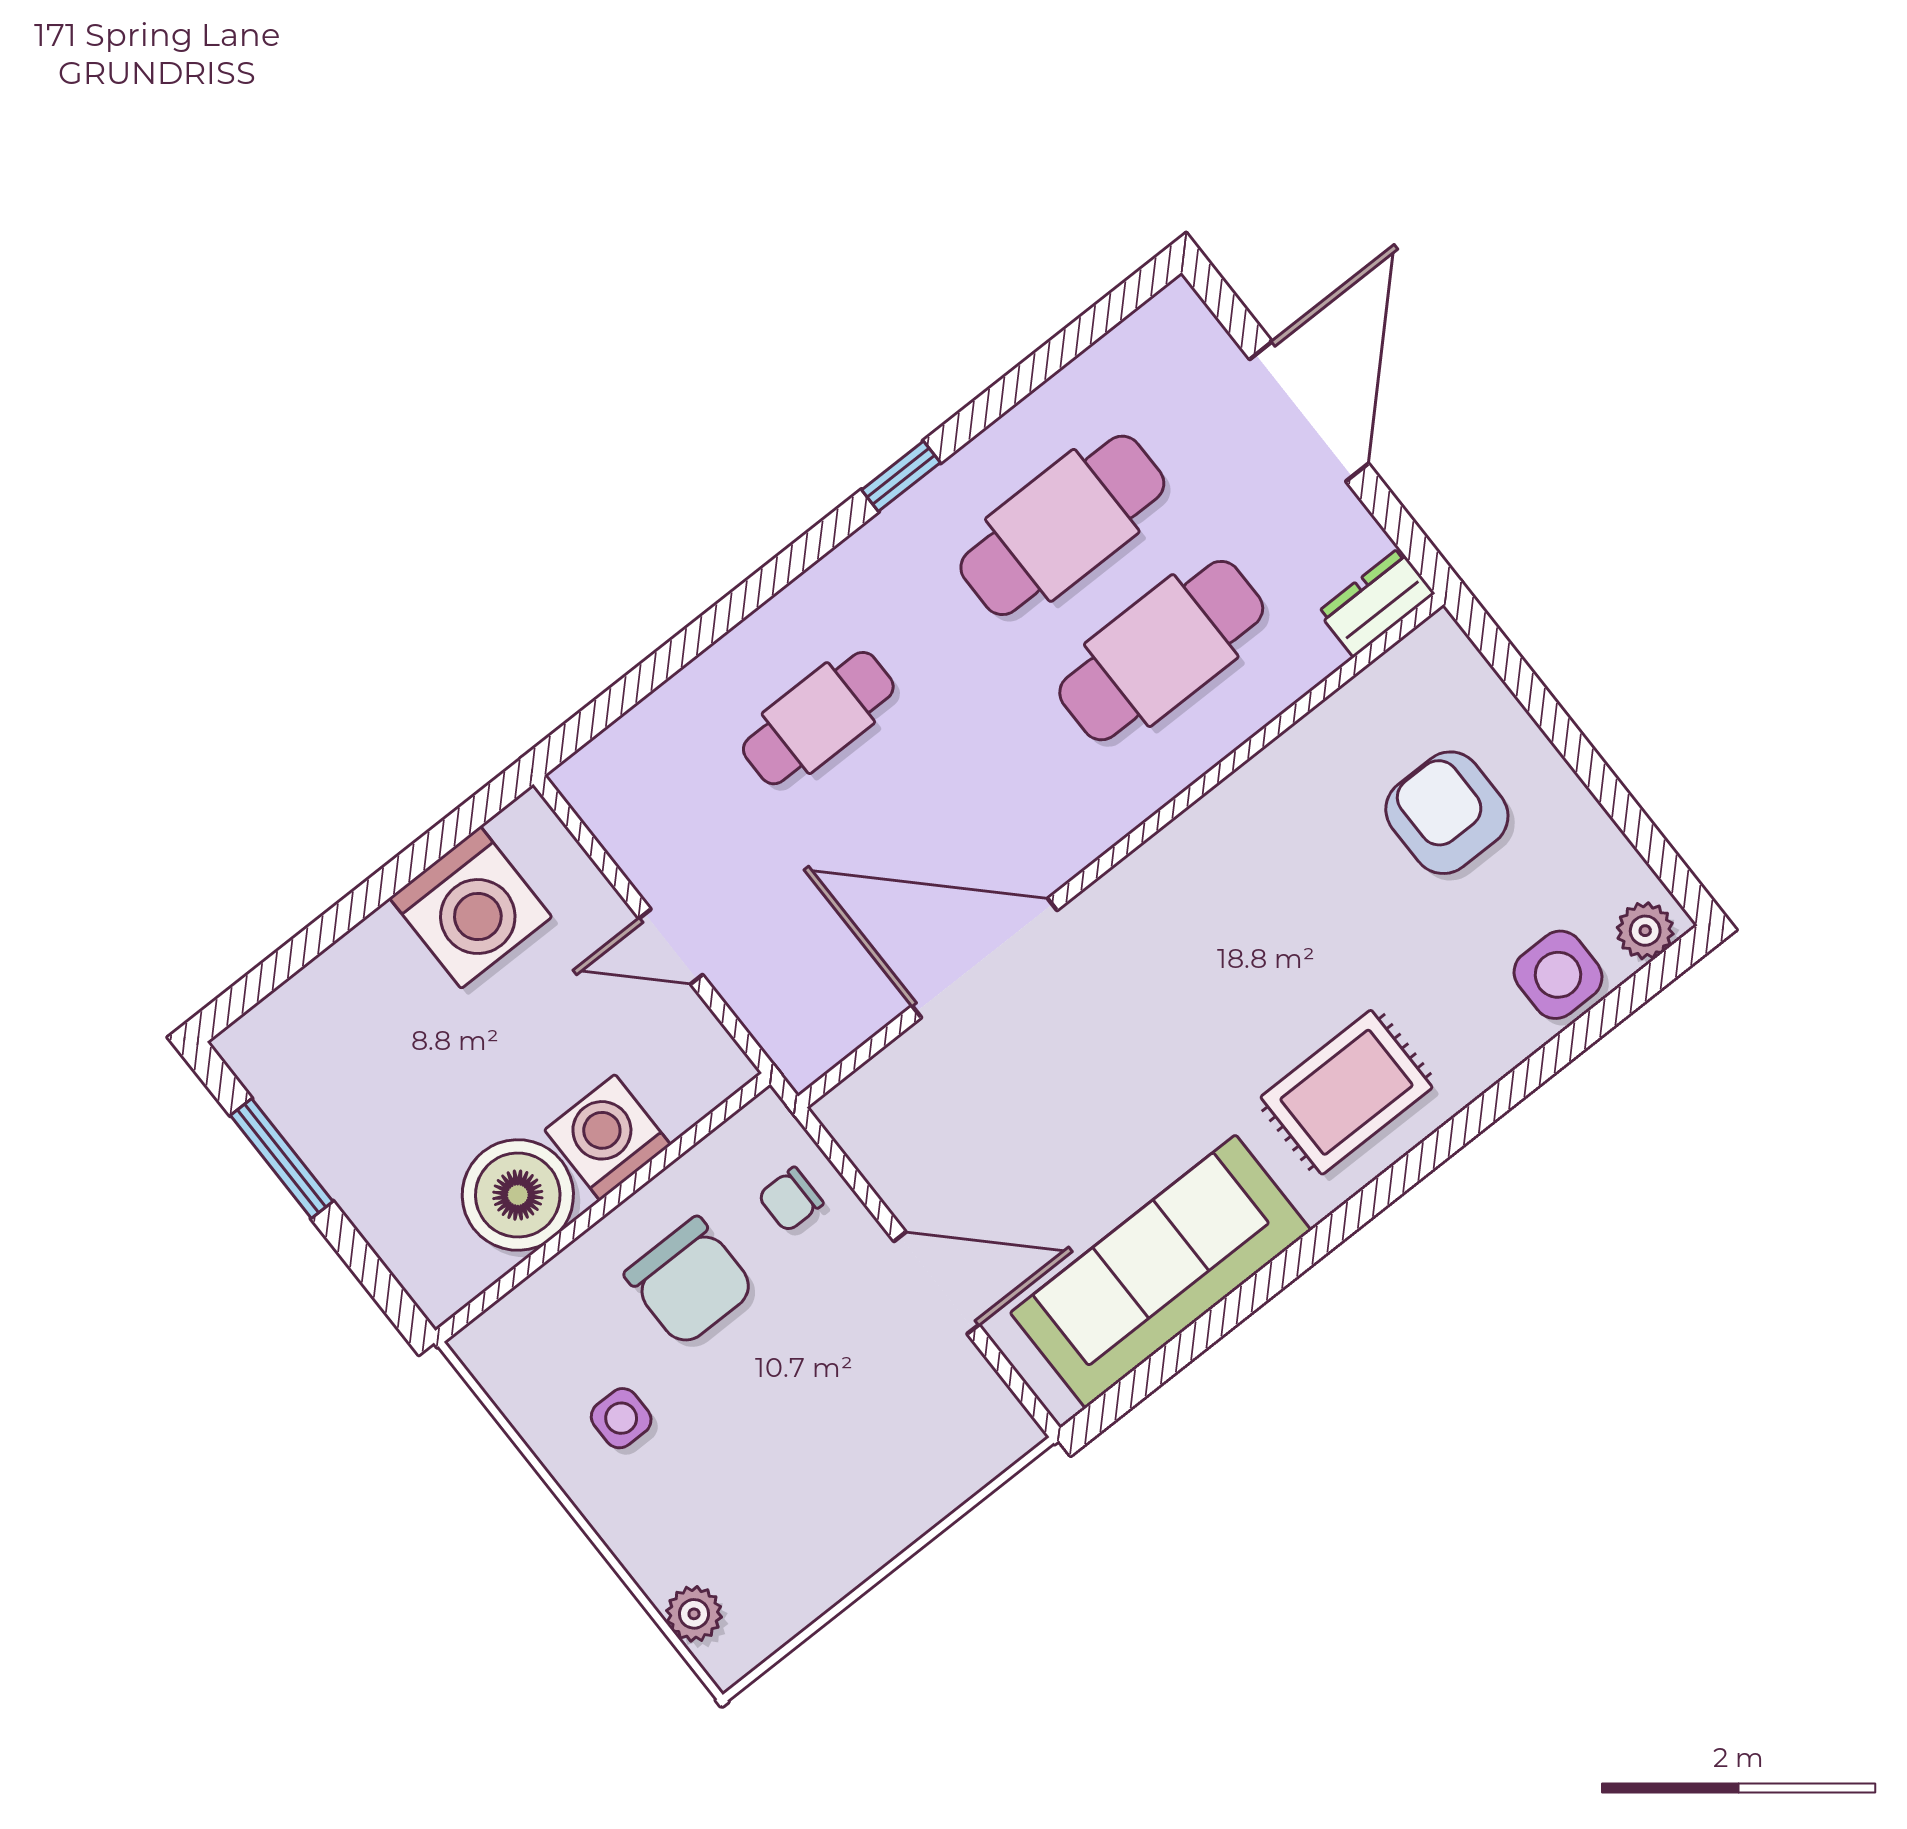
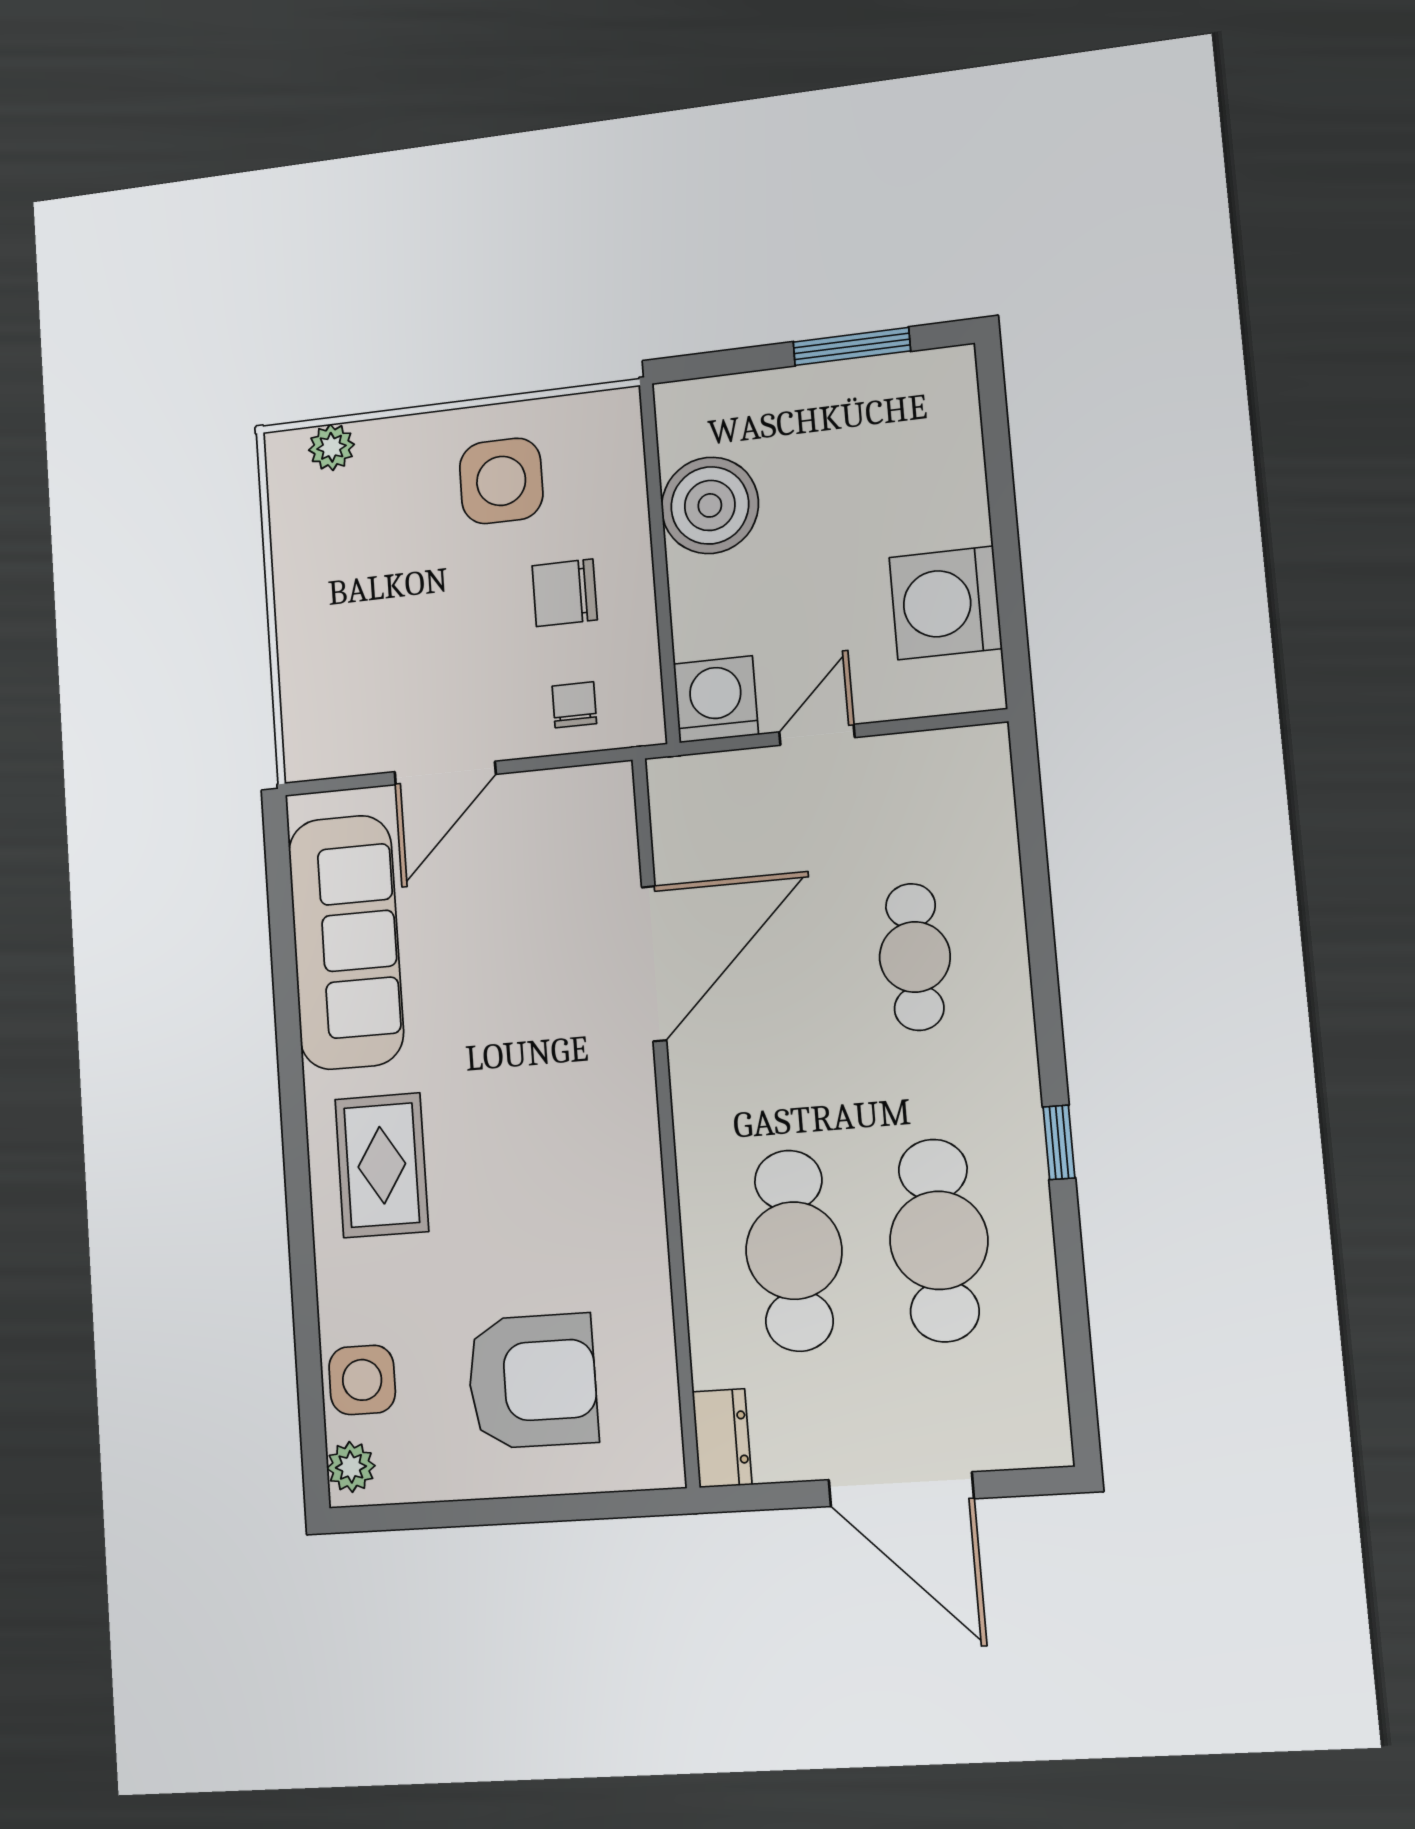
armchair: (1447, 813) -> (532, 1381), width x1.36, depth x1.36
washing machine: (608, 1137) -> (716, 699), moved, turned -90
chair: (690, 1282) -> (565, 593), width x0.73, depth x0.73
side table: (621, 1418) -> (501, 481), width x1.87, depth x1.87

